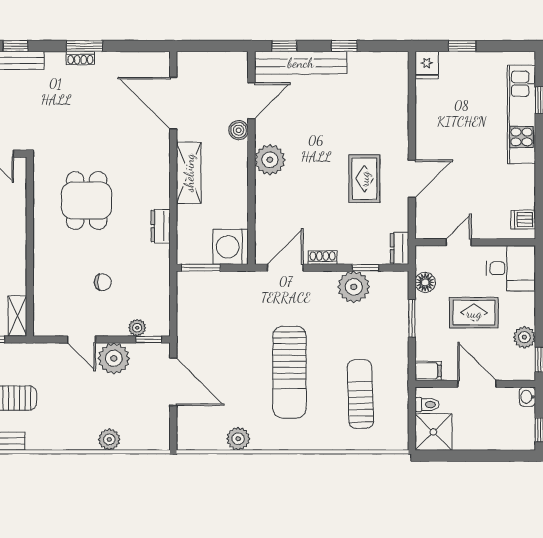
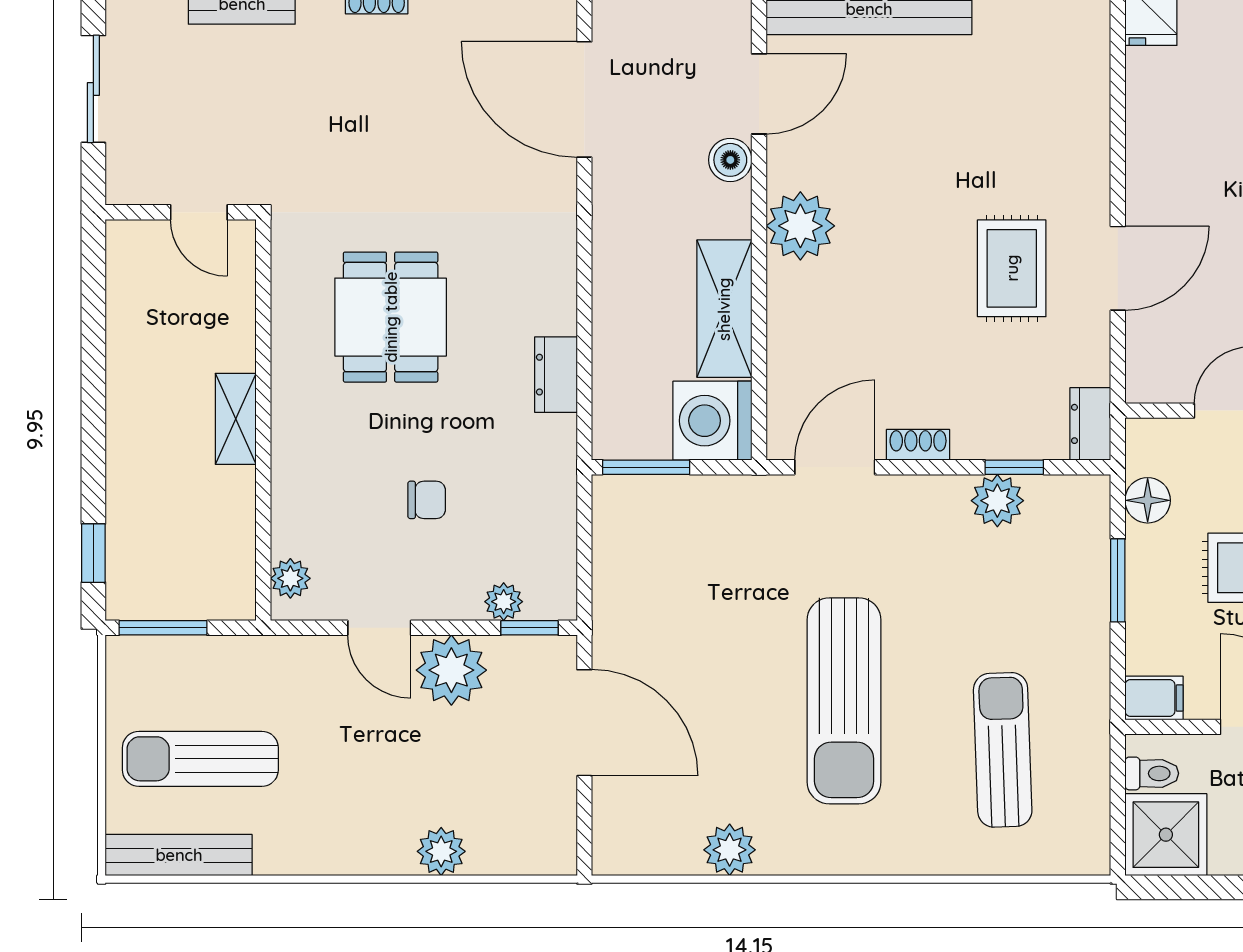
shelving: (189, 173) -> (724, 309), moved
plant: (354, 287) -> (997, 501), width x0.73, depth x0.73
shelving: (17, 316) -> (236, 419), moved
plant: (42, 317) -> (290, 578), added

